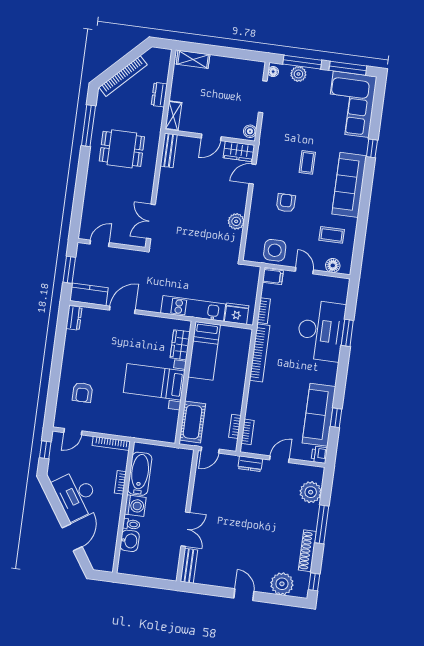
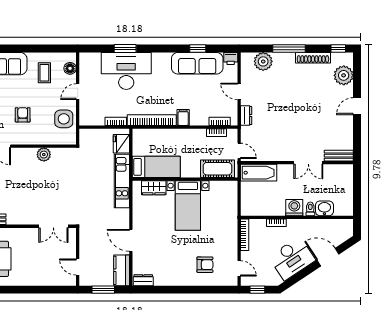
armchair: (286, 203) -> (23, 115), turned 90
filing cabinet: (273, 277) -> (183, 117), moved
bathtub: (140, 474) -> (259, 173), moved, turned 180
double door: (185, 529) -> (308, 163), swing flipped

